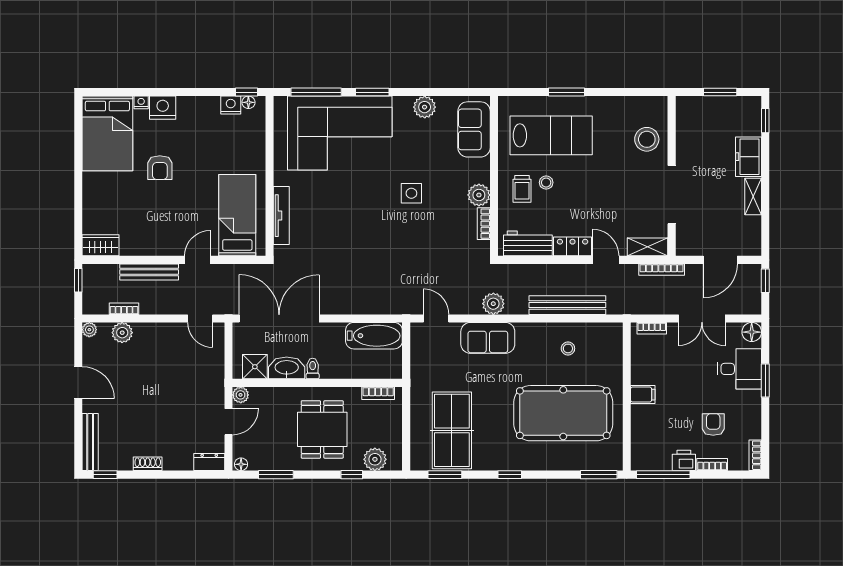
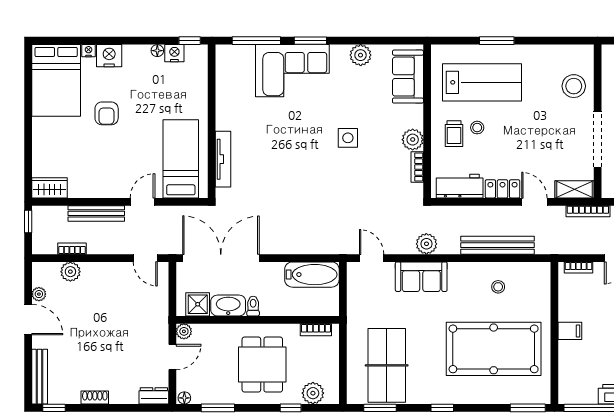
floor lamp: (248, 102) -> (157, 51), moved
corner sofa: (340, 133) -> (292, 71), width x0.73, depth x0.74
plant: (89, 330) -> (39, 294), moved

